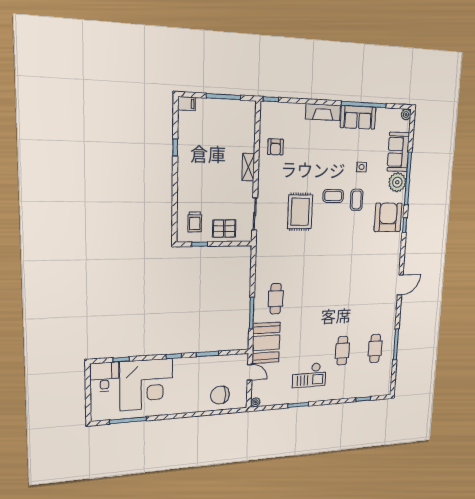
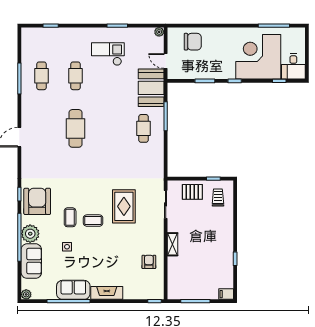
armchair: (388, 217) -> (37, 201), turned 180
cafe table: (345, 296) -> (75, 128), added

